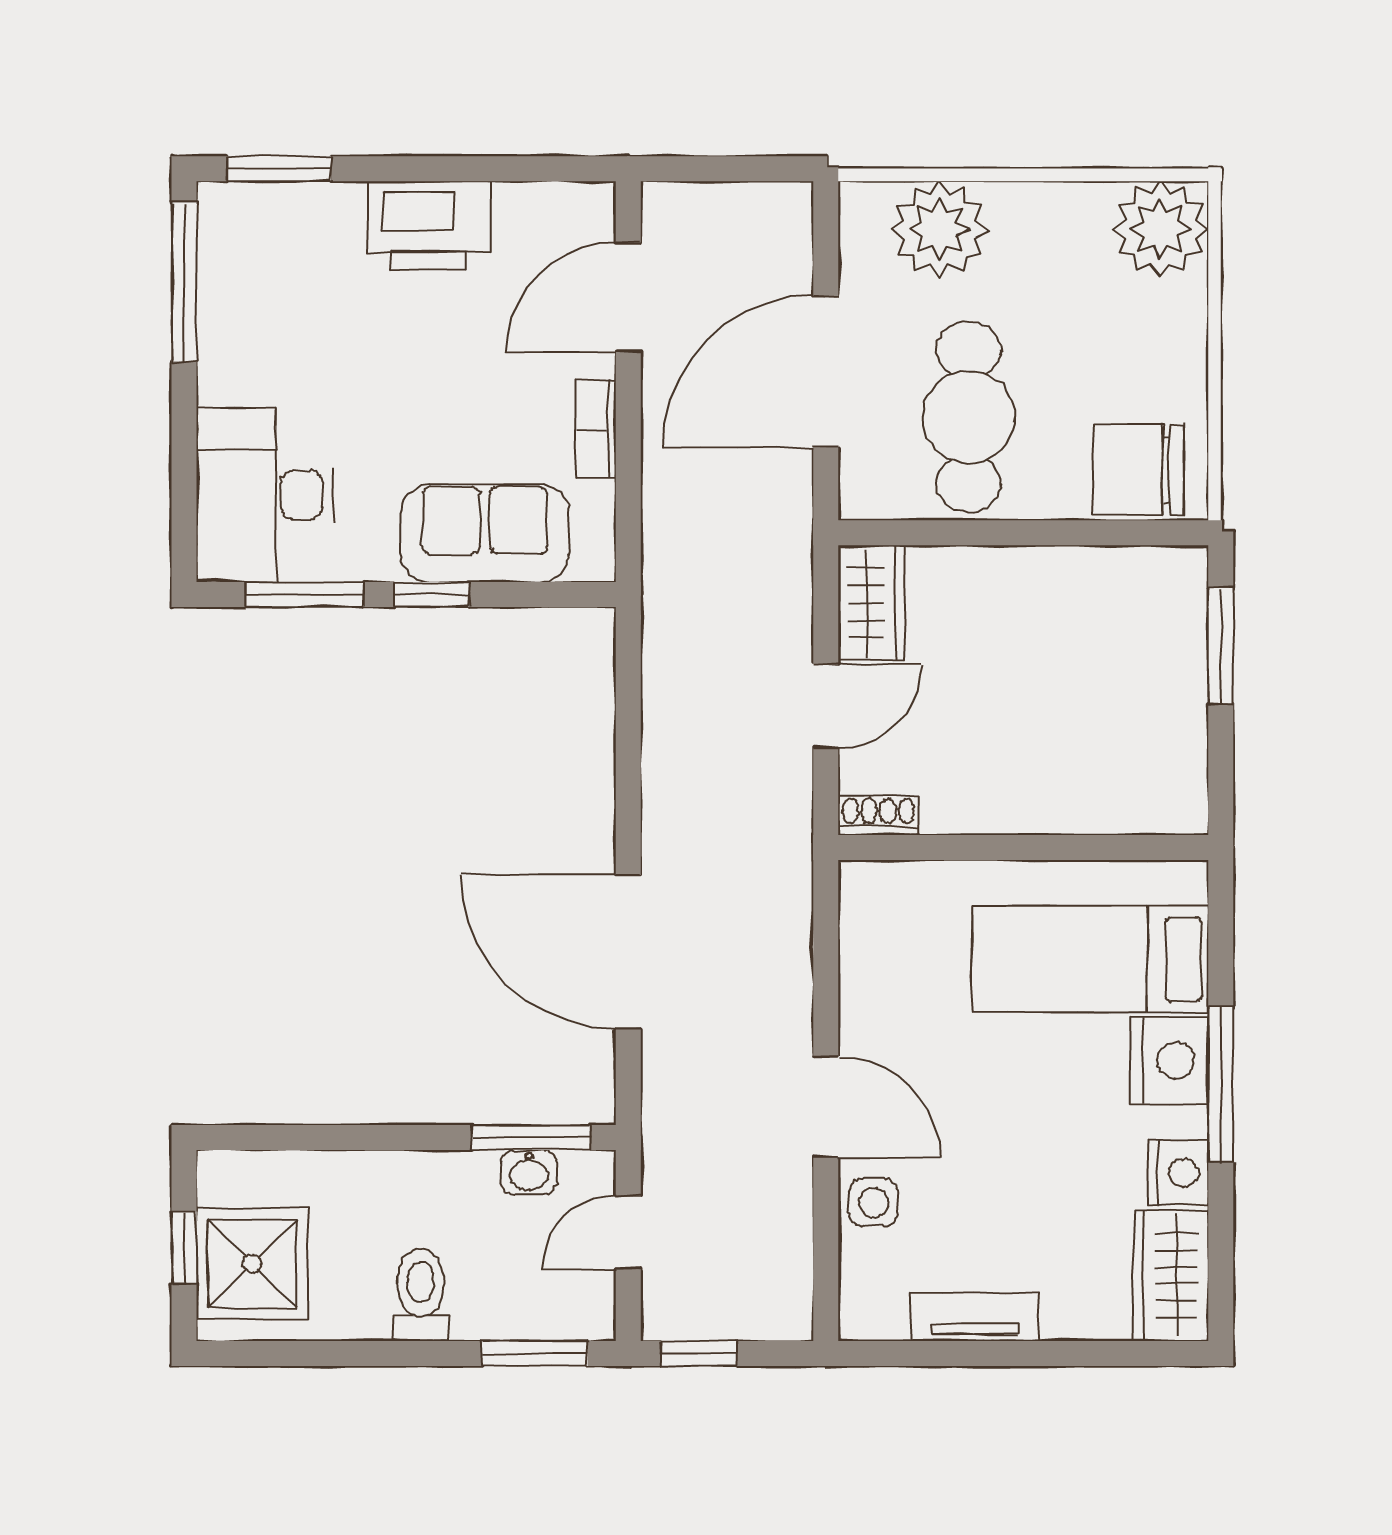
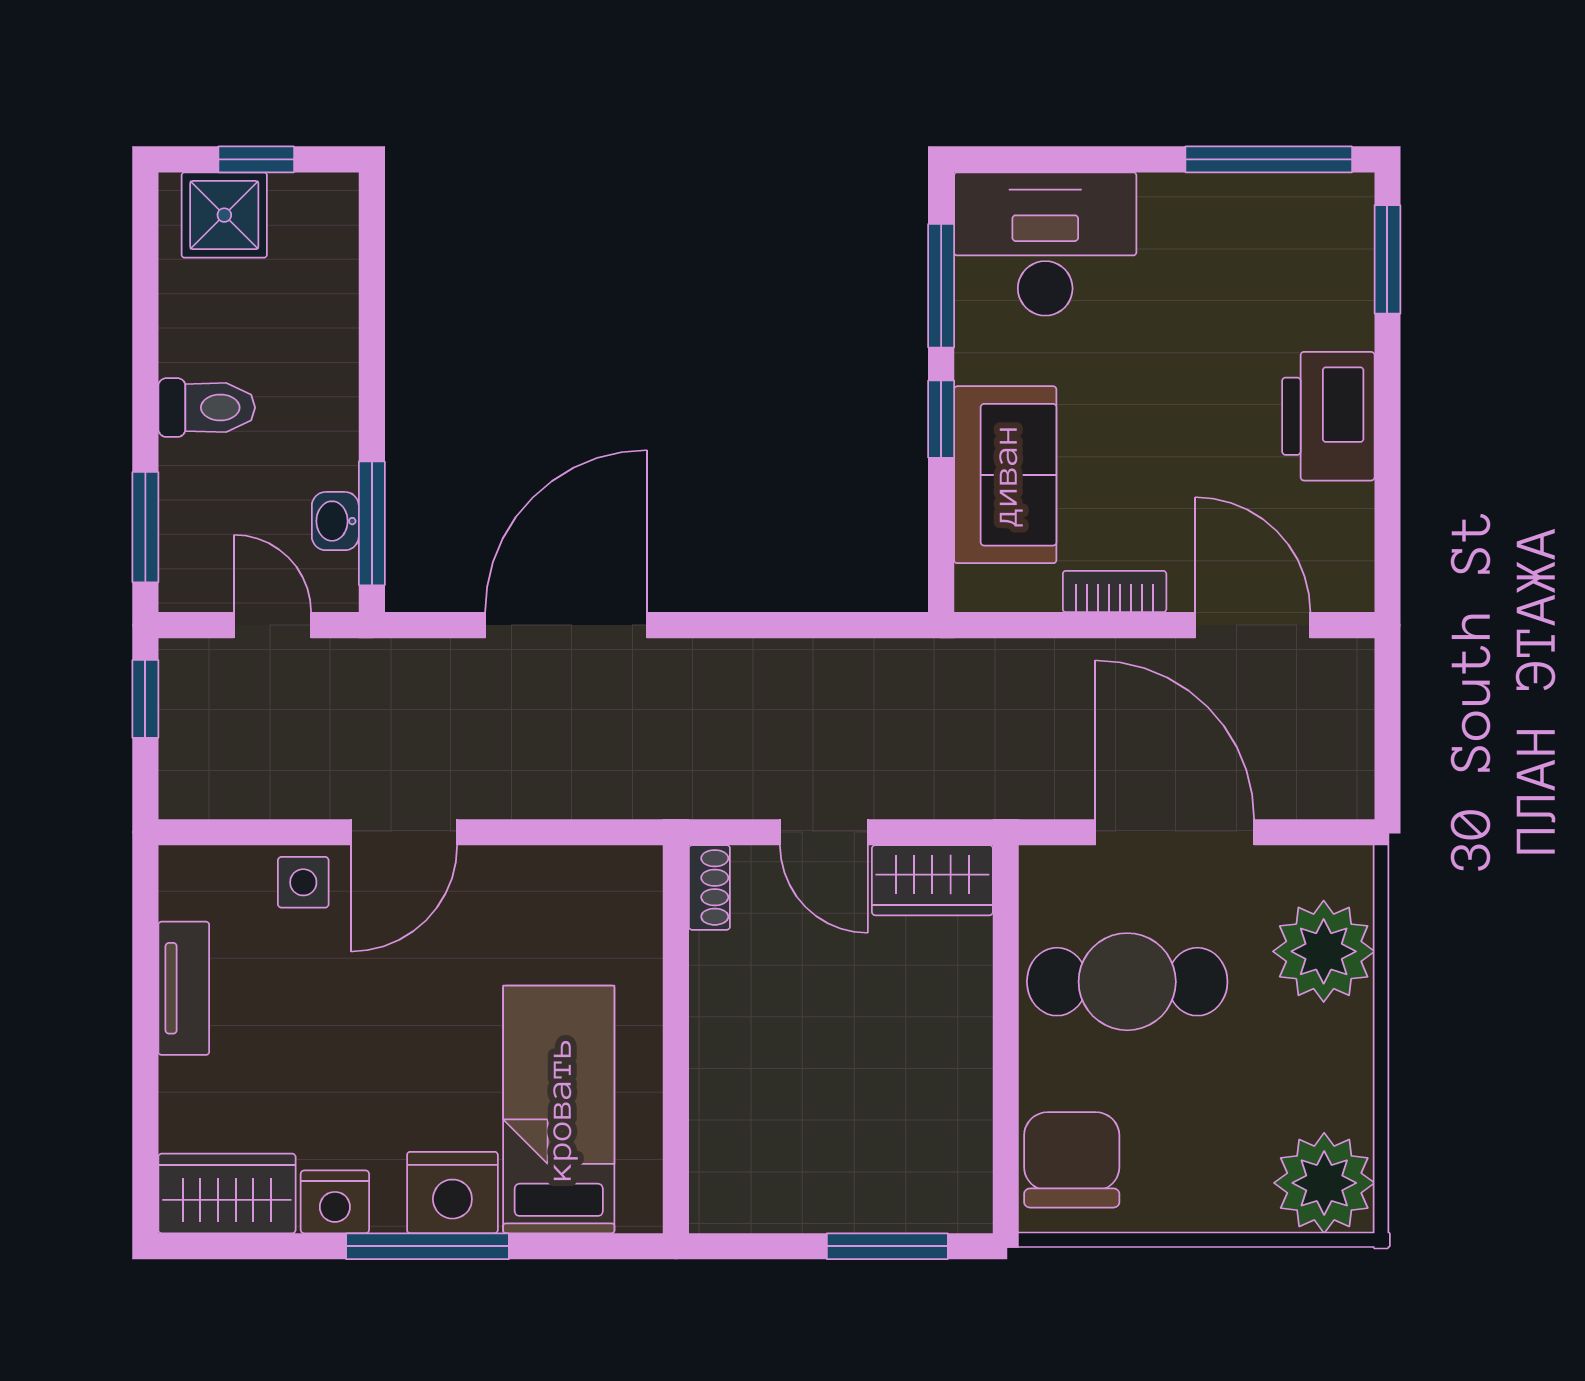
shower: (252, 1263) -> (224, 215), width x0.73, depth x0.73

